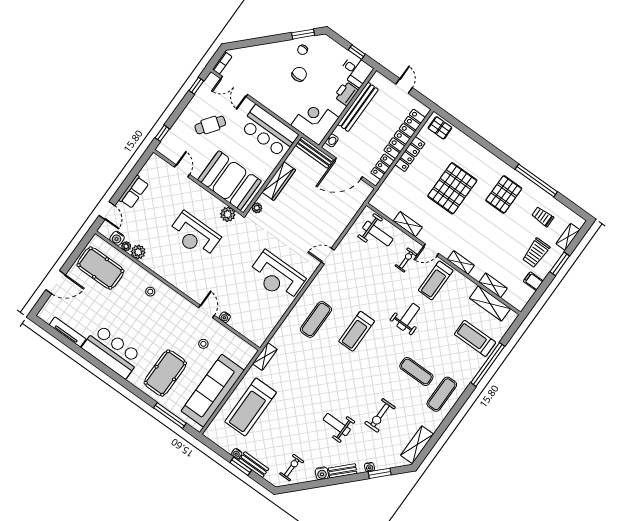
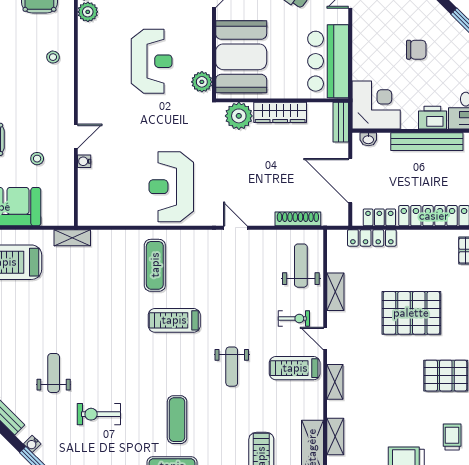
chair: (303, 50) -> (446, 34), removed
bench: (314, 152) -> (341, 122), width x0.73
locker: (410, 154) -> (372, 238), moved
plant: (257, 208) -> (239, 116), width x1.88, depth x1.88
shoe rack: (349, 216) -> (298, 219), added
weight bench: (378, 233) -> (301, 266), turned 180
reception desk: (194, 235) -> (152, 61), turned 180
weight bench: (408, 317) -> (232, 367), turned 90
exercise mat: (316, 319) -> (155, 265), turned 90

